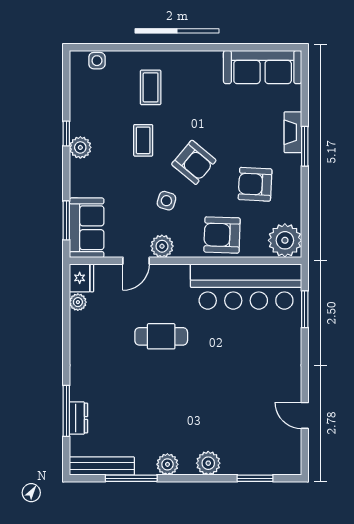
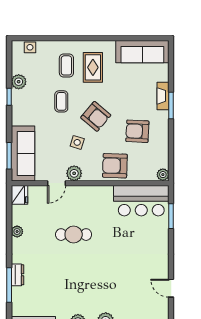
rug: (190, 90) -> (93, 67), added
plant: (80, 147) -> (19, 82), moved
sofa: (87, 228) -> (23, 154), width x1.36
plant: (285, 240) -> (163, 175), width x0.53, depth x0.53
bar counter: (246, 286) -> (141, 201), width x0.73
plant: (78, 302) -> (17, 232), moved
dresser: (79, 418) -> (17, 275), moved

